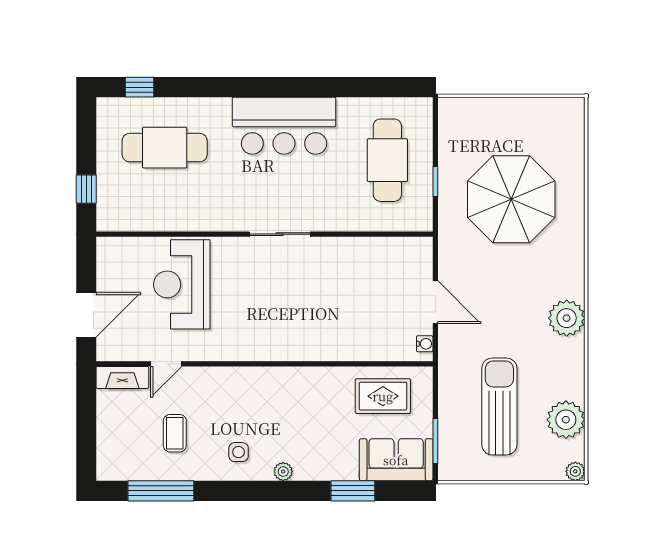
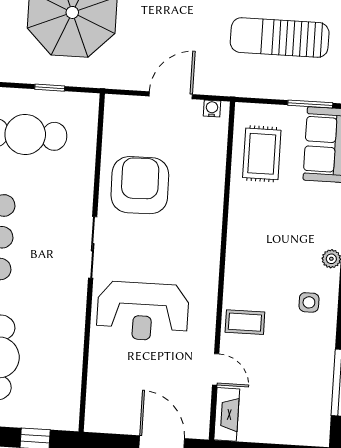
armchair: (344, 277) -> (140, 185), added
reception desk: (182, 284) -> (143, 311), moved
coffee table: (175, 433) -> (245, 322), moved

